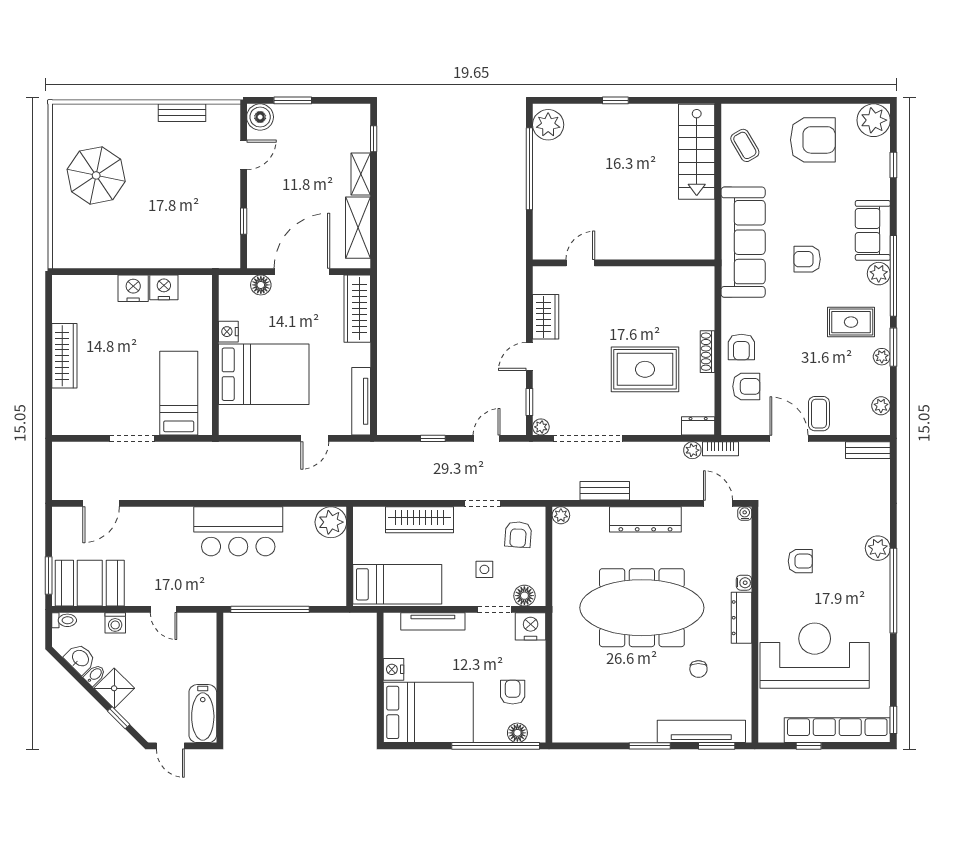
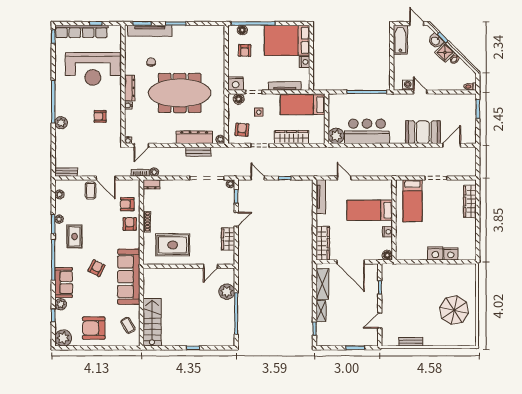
boiler: (260, 117) -> (372, 340), removed
plant: (548, 125) -> (227, 292), moved
armchair: (807, 259) -> (97, 268), turned -63
door: (302, 272) -> (351, 262), hinge flipped
plant: (879, 274) -> (61, 304), moved
floor lamp: (261, 285) -> (387, 255), moved
nightstand: (164, 287) -> (451, 254), moved
rug: (851, 322) -> (75, 237), turned 90
wardrobe: (64, 356) -> (470, 201), moved
rug: (645, 369) -> (173, 245), moved
bed: (264, 374) -> (370, 210), width x0.67
door: (315, 438) -> (344, 178), hinge flipped
door: (487, 438) -> (258, 178), swing flipped
door: (718, 503) -> (141, 145), hinge flipped
dresser: (645, 519) -> (194, 137), moved
bar counter: (238, 531) -> (367, 131), moved
booth: (90, 583) -> (423, 132), moved
washing machine: (115, 623) -> (408, 85), moved
washbasin: (80, 659) -> (436, 41), moved

